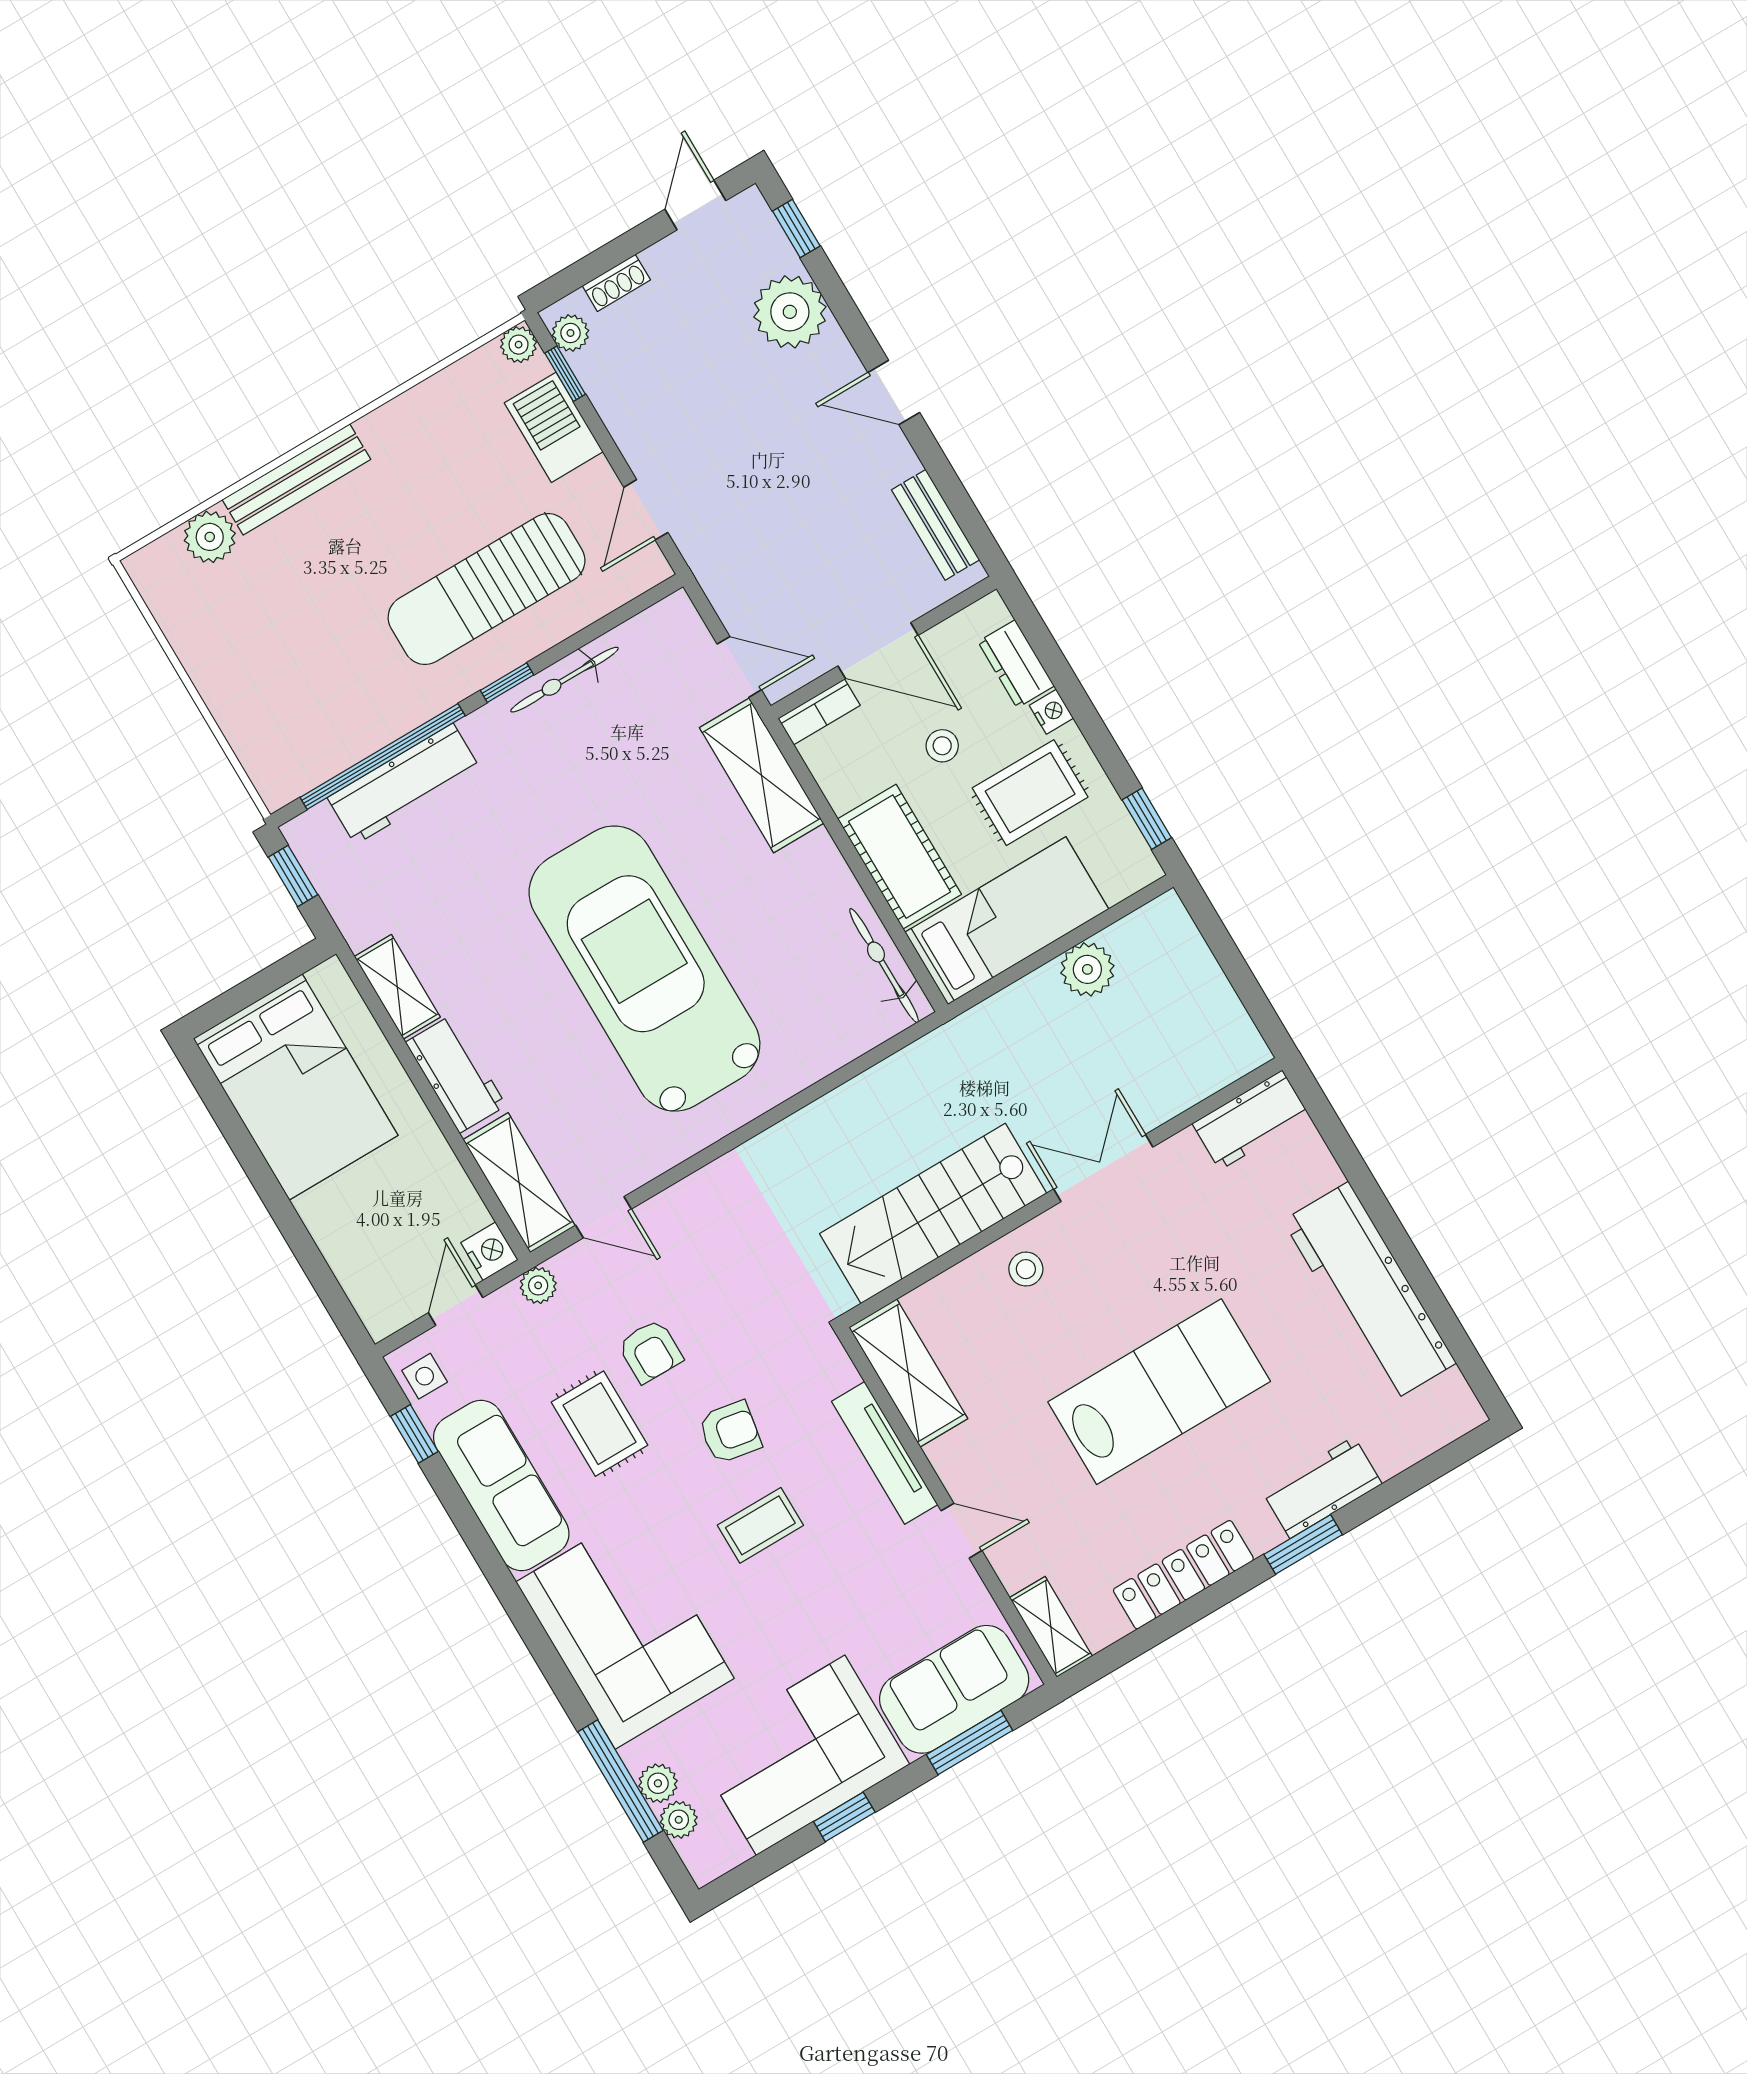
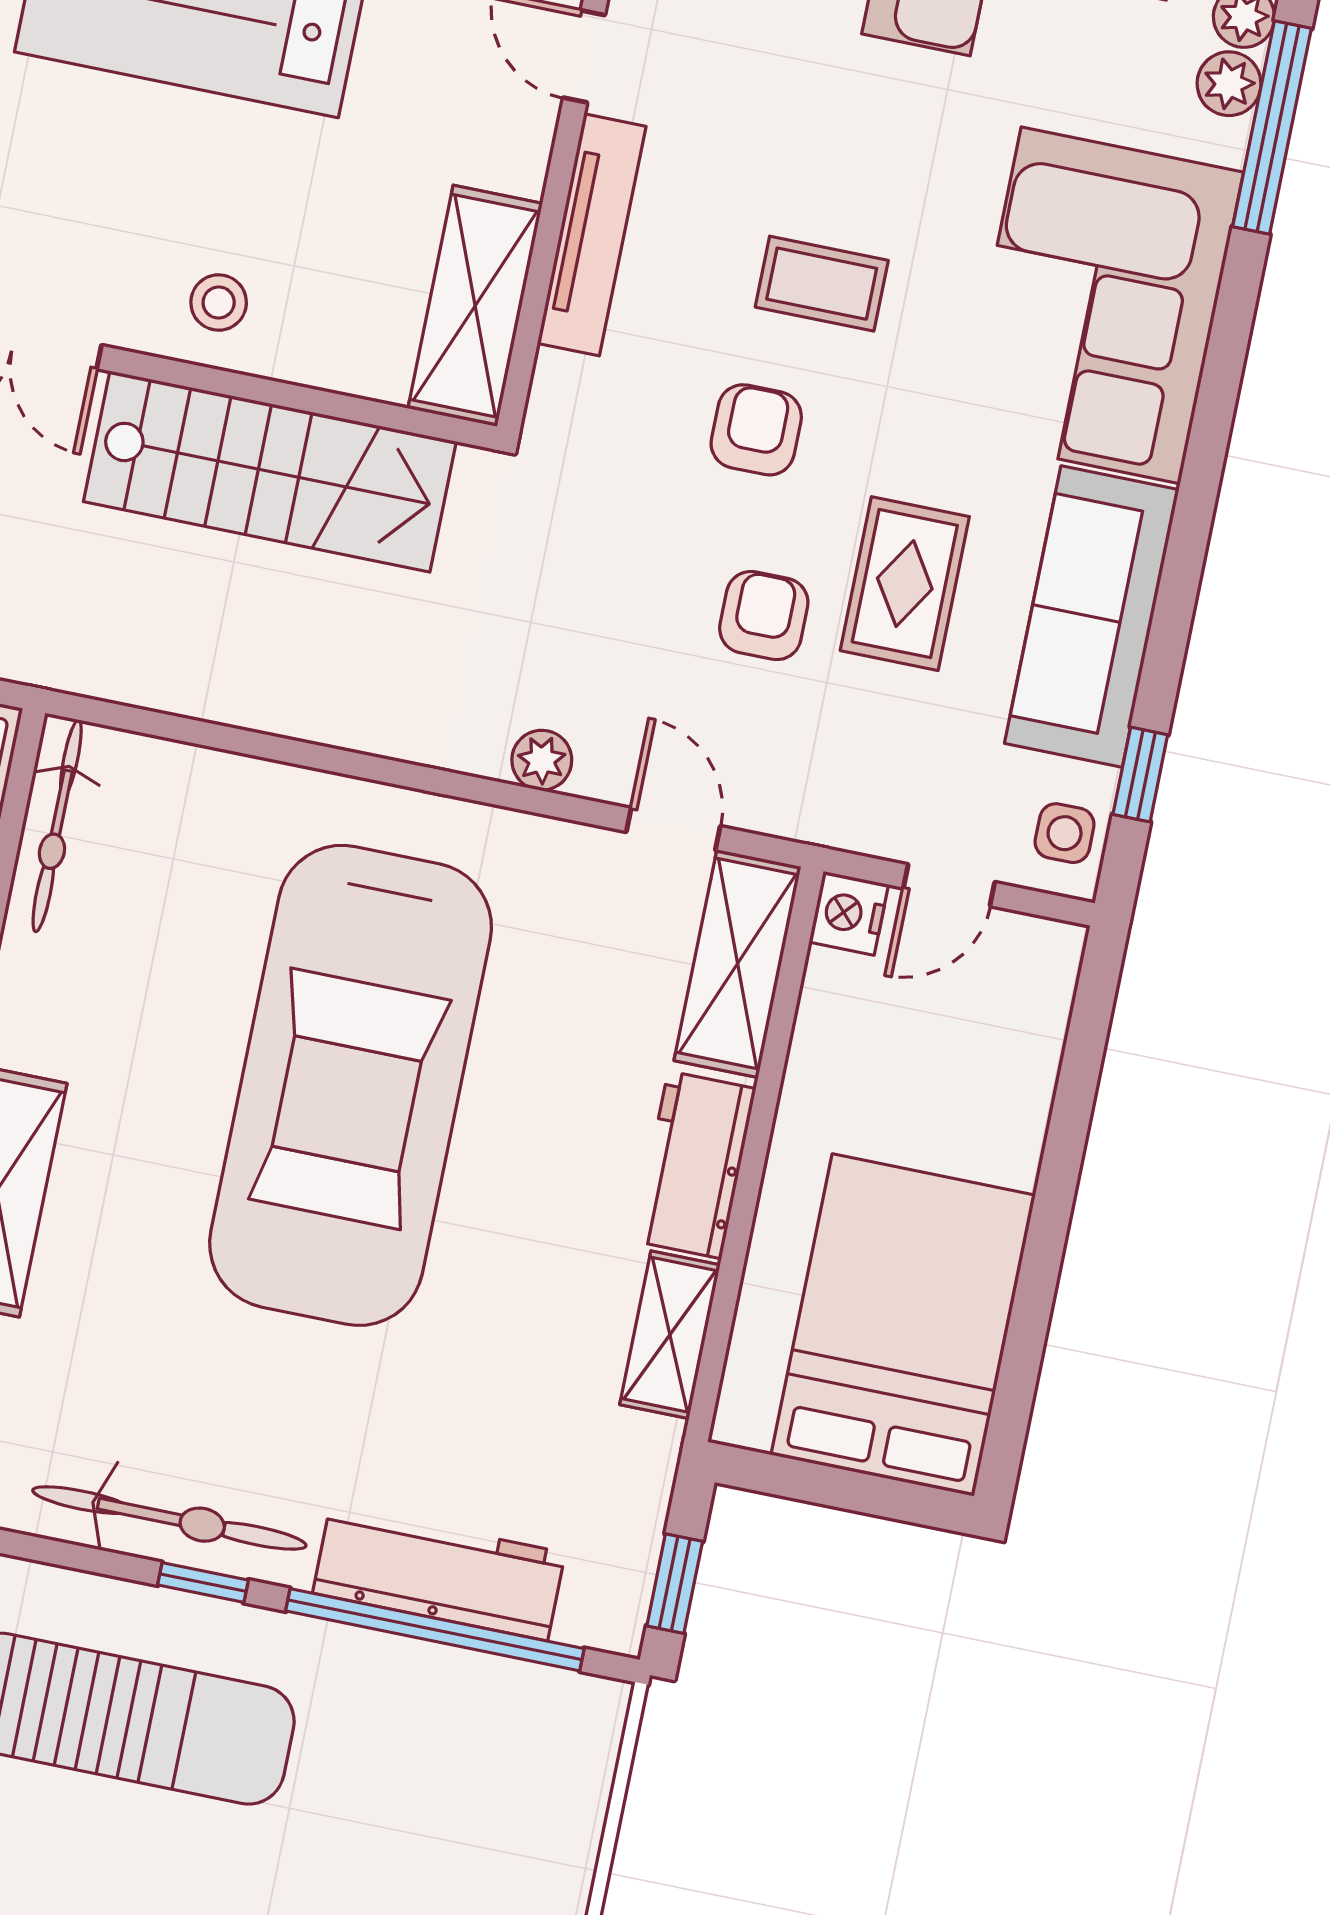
bicycle: (564, 680) -> (169, 1518), width x1.37, depth x1.40
plant: (538, 1285) -> (542, 760), moved
armchair: (730, 1432) -> (756, 430), turned 80

